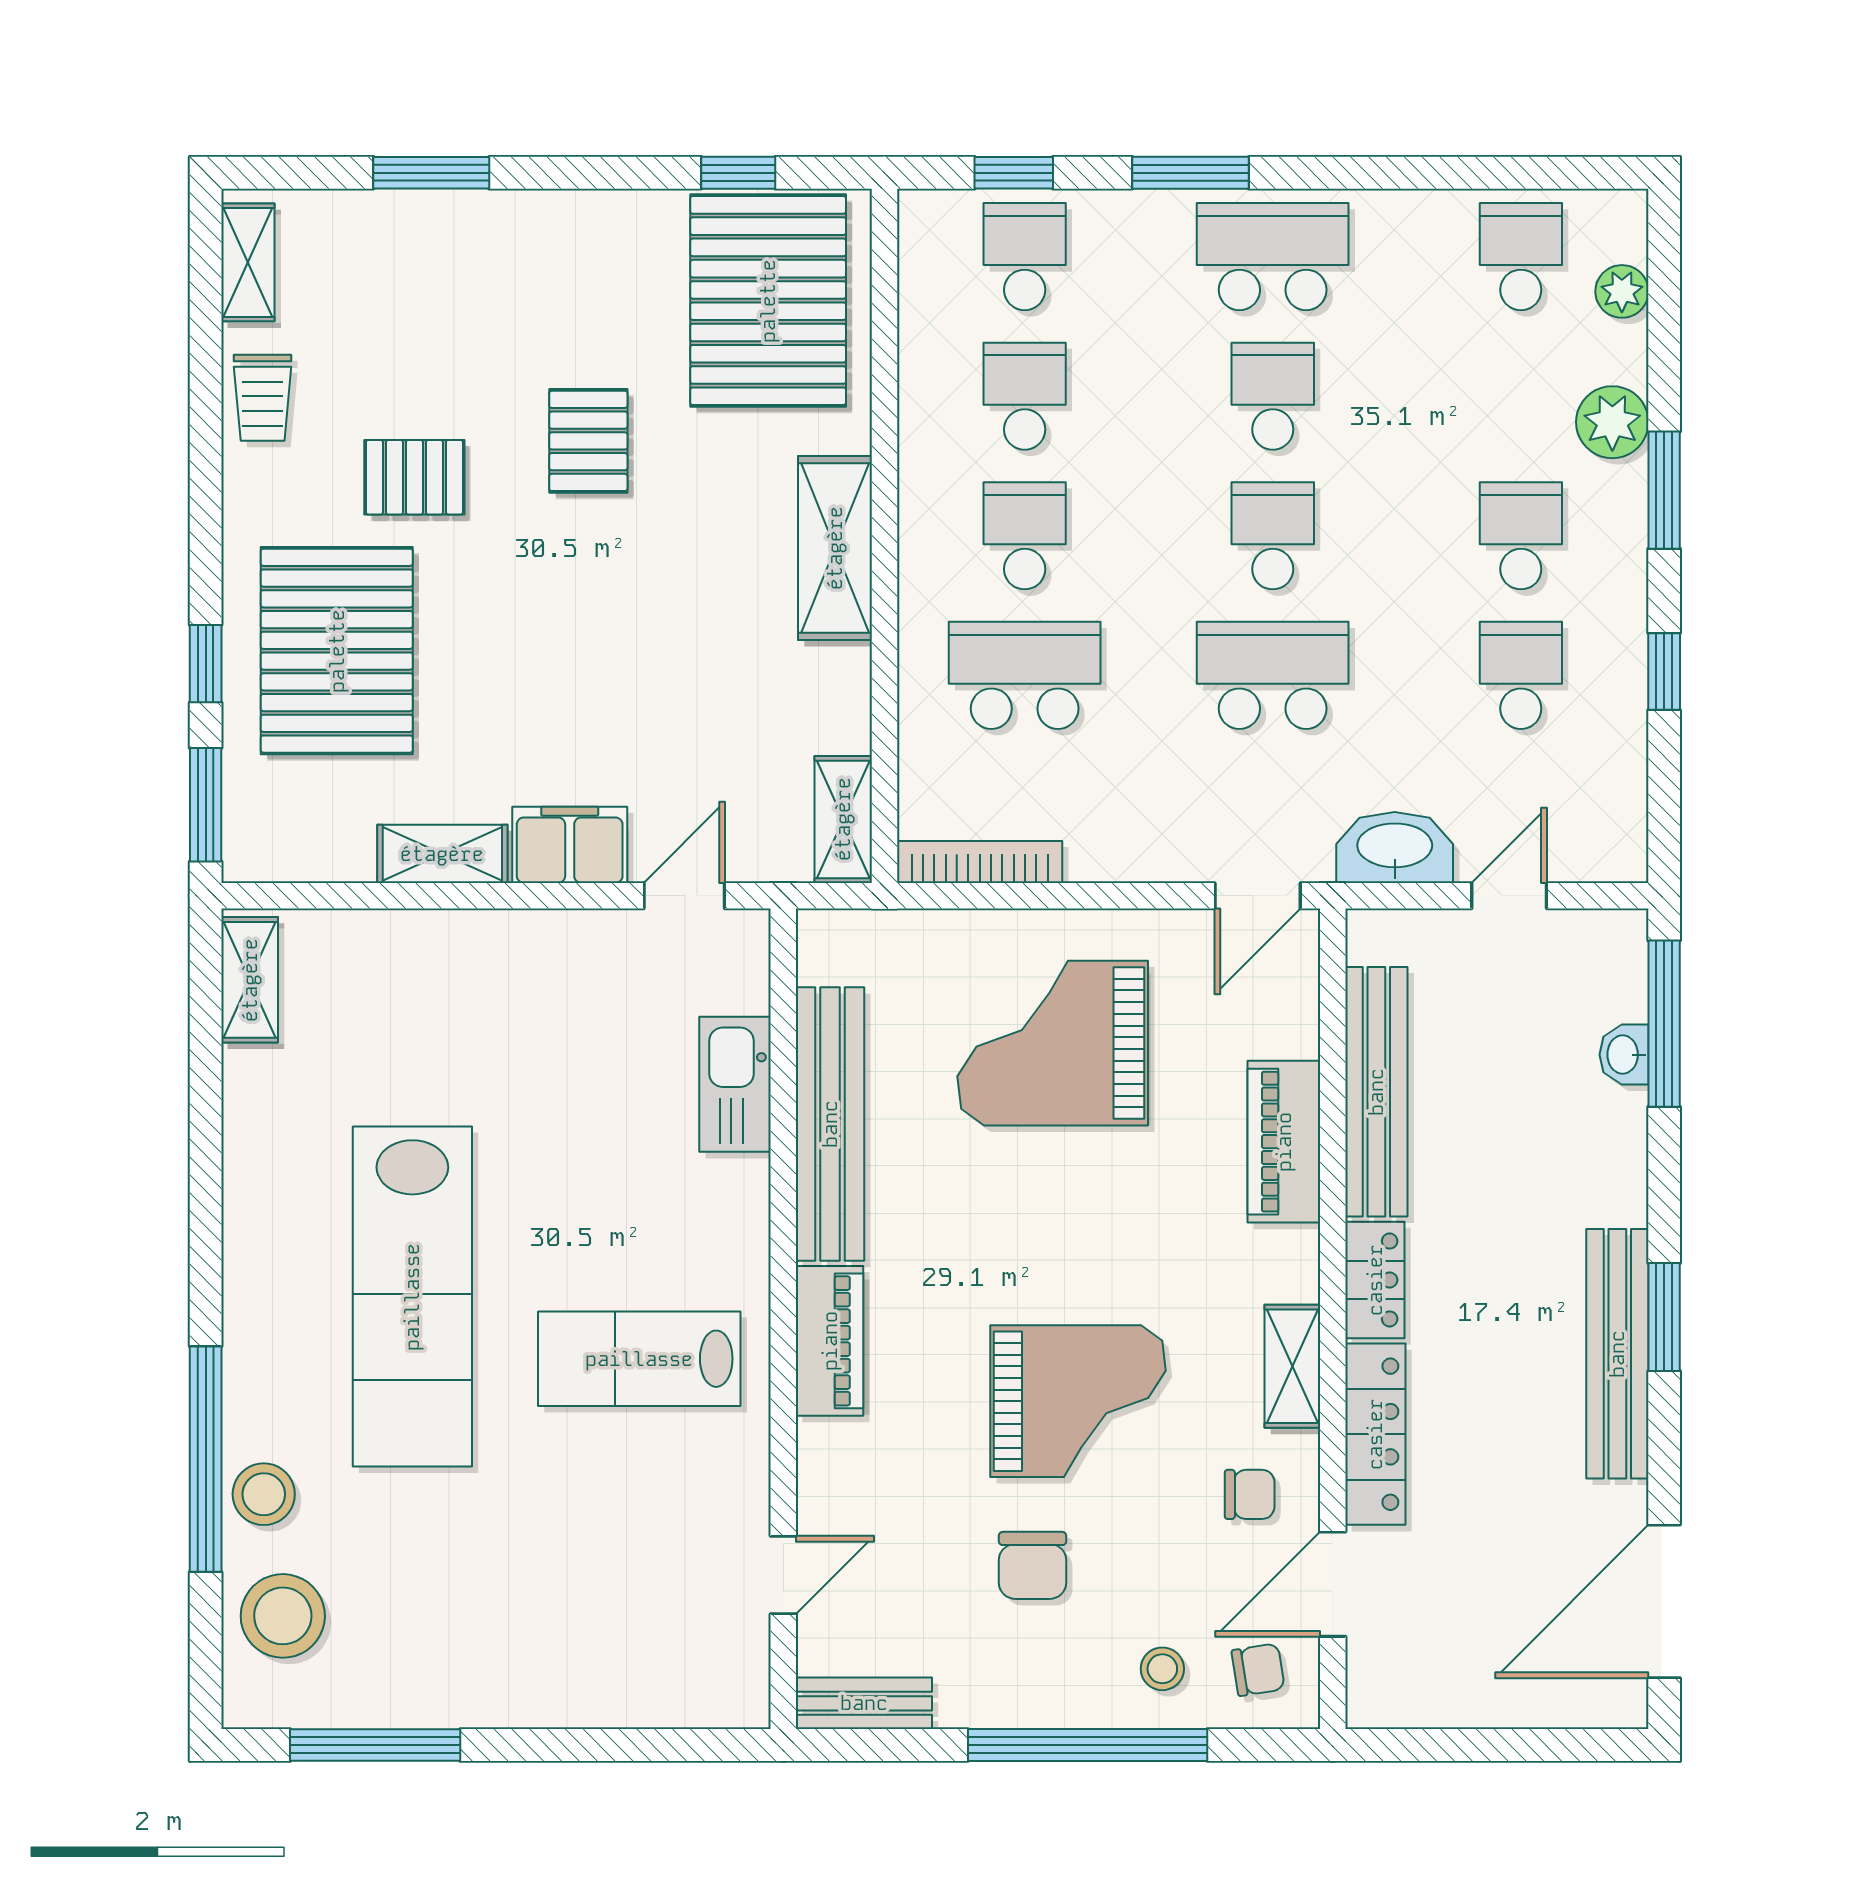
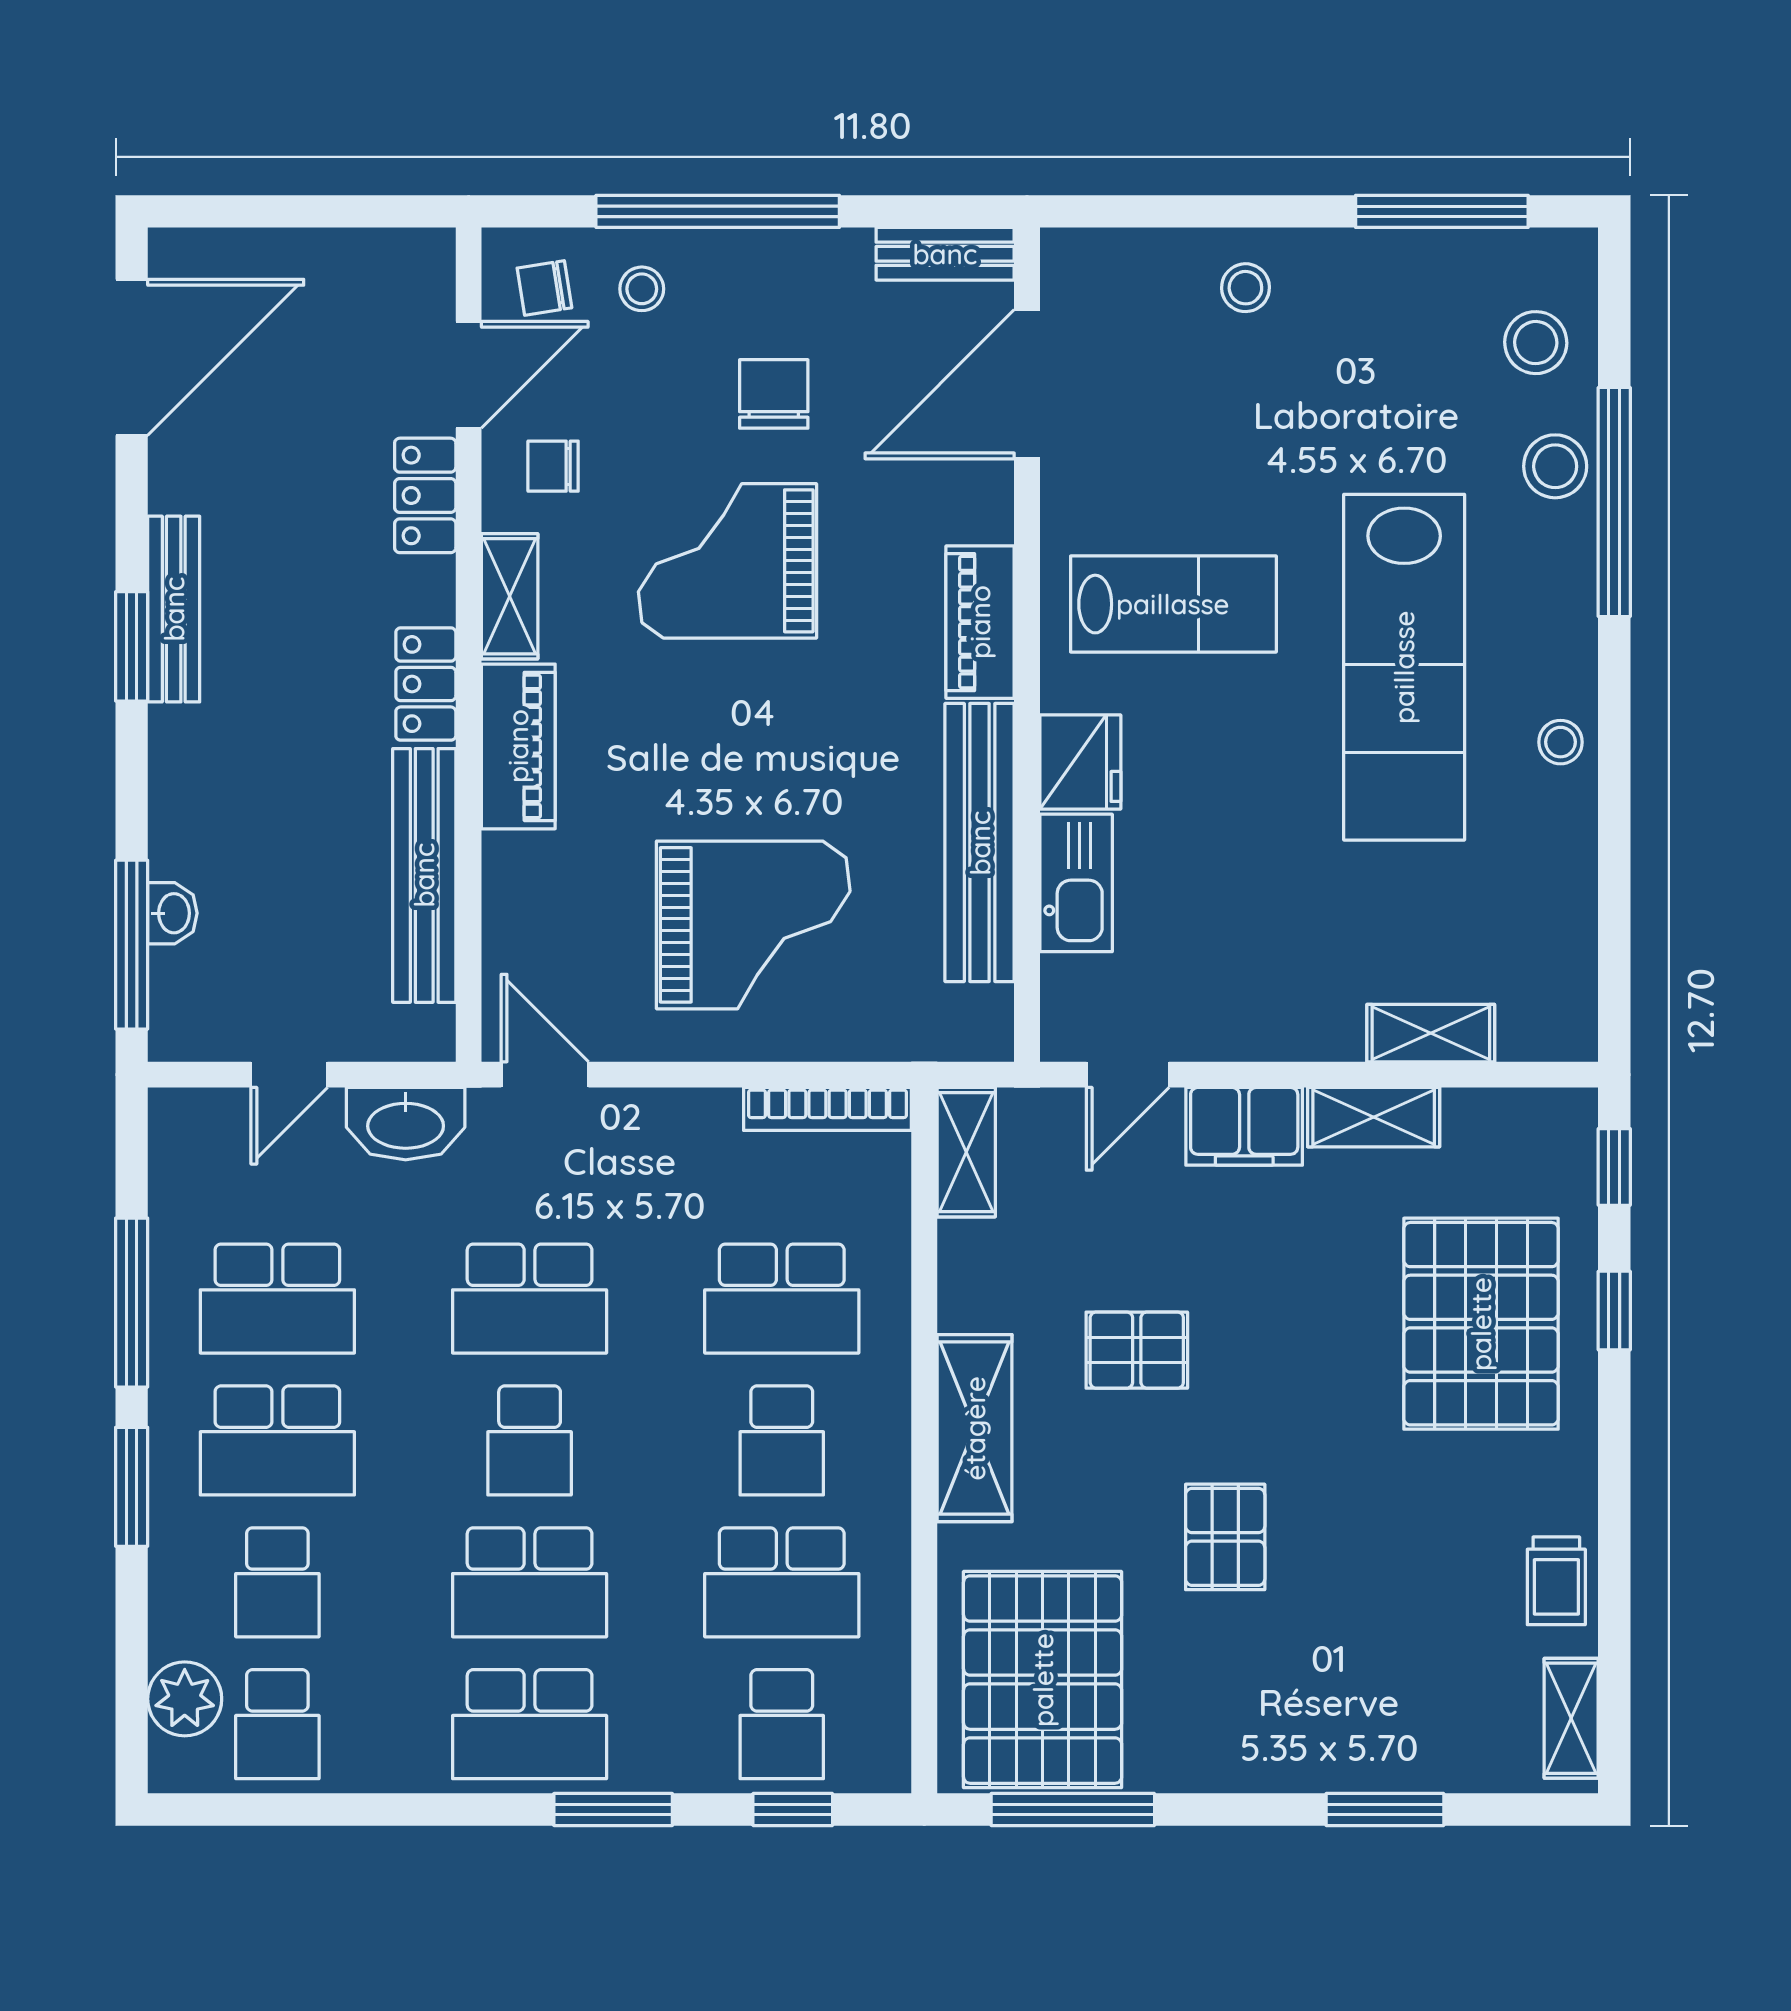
window: (738, 173) -> (1073, 1809), width x2.17
plant: (1622, 291) -> (185, 1699), width x1.38, depth x1.38
school desk: (1025, 396) -> (782, 1582), width x1.85
school desk: (1273, 396) -> (530, 1582), width x1.85
school desk: (1521, 396) -> (277, 1582), added
trolley: (263, 398) -> (1556, 1581), turned 180
plant: (1612, 422) -> (184, 1556), removed
pallet: (414, 477) -> (1137, 1350), moved
school desk: (1521, 536) -> (277, 1440), width x1.85
window: (1664, 671) -> (132, 1303), width x2.17
school desk: (1521, 675) -> (277, 1299), width x1.85
window: (206, 805) -> (1614, 1167), width x0.67
door: (1258, 896) -> (545, 1075), hinge flipped
shelving: (250, 980) -> (1431, 1033), moved, turned 90
piano: (1284, 1142) -> (518, 746), moved
fridge: (731, 1203) -> (1080, 762), added
stool: (258, 1223) -> (1560, 742), added
lab bench: (412, 1297) -> (1404, 667), turned 180
bench: (1617, 1354) -> (174, 609), width x0.73, depth x0.82
locker: (1375, 1434) -> (425, 495), width x0.66
door: (783, 1575) -> (1027, 384), width x1.87
stool: (283, 1616) -> (1536, 343), width x0.73, depth x0.73
stool: (568, 1670) -> (1245, 288), added

